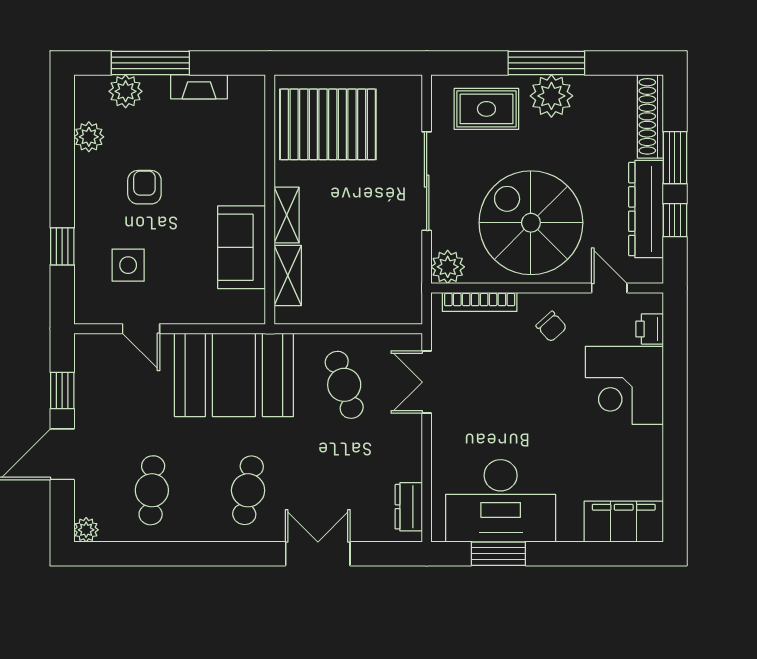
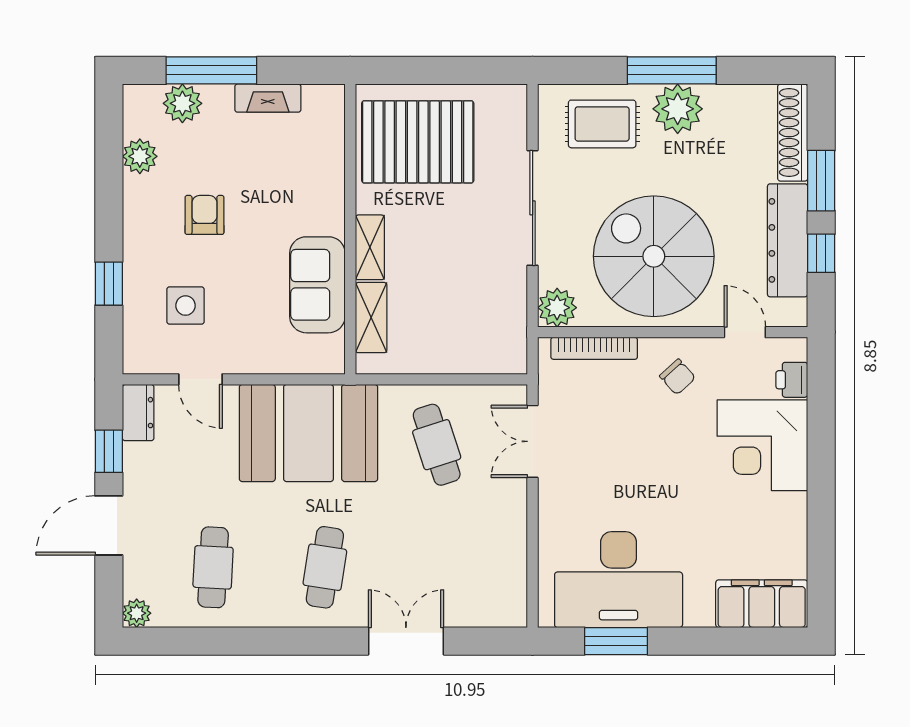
dresser: (409, 507) -> (138, 413), moved, turned 180

